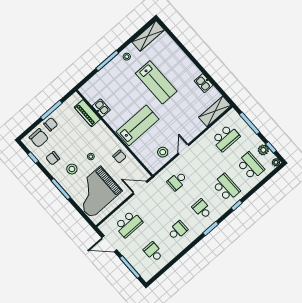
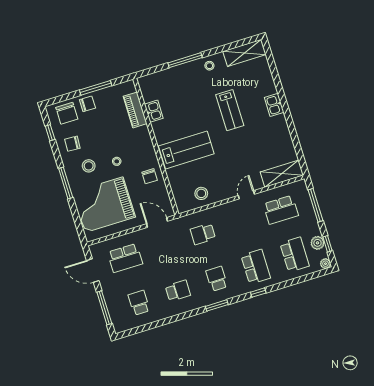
lab bench: (156, 82) -> (230, 110), width x0.73, depth x0.72
kitchen sink: (204, 83) -> (274, 105), moved
door: (184, 149) -> (246, 195), moved

